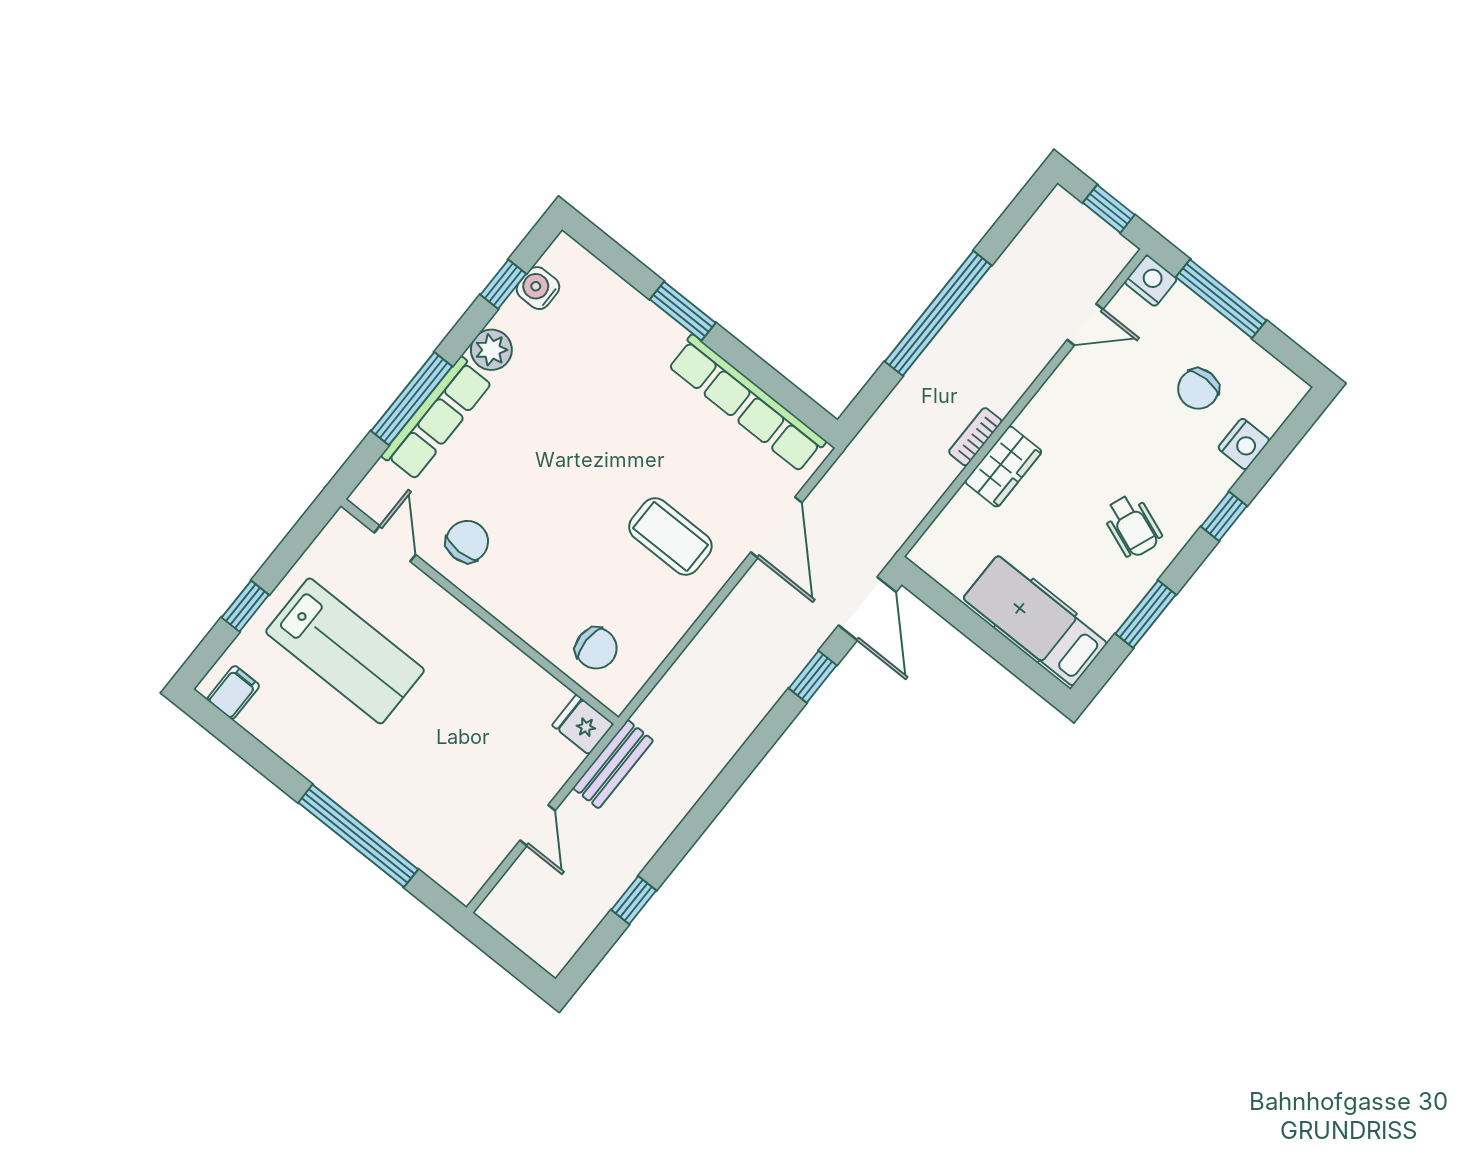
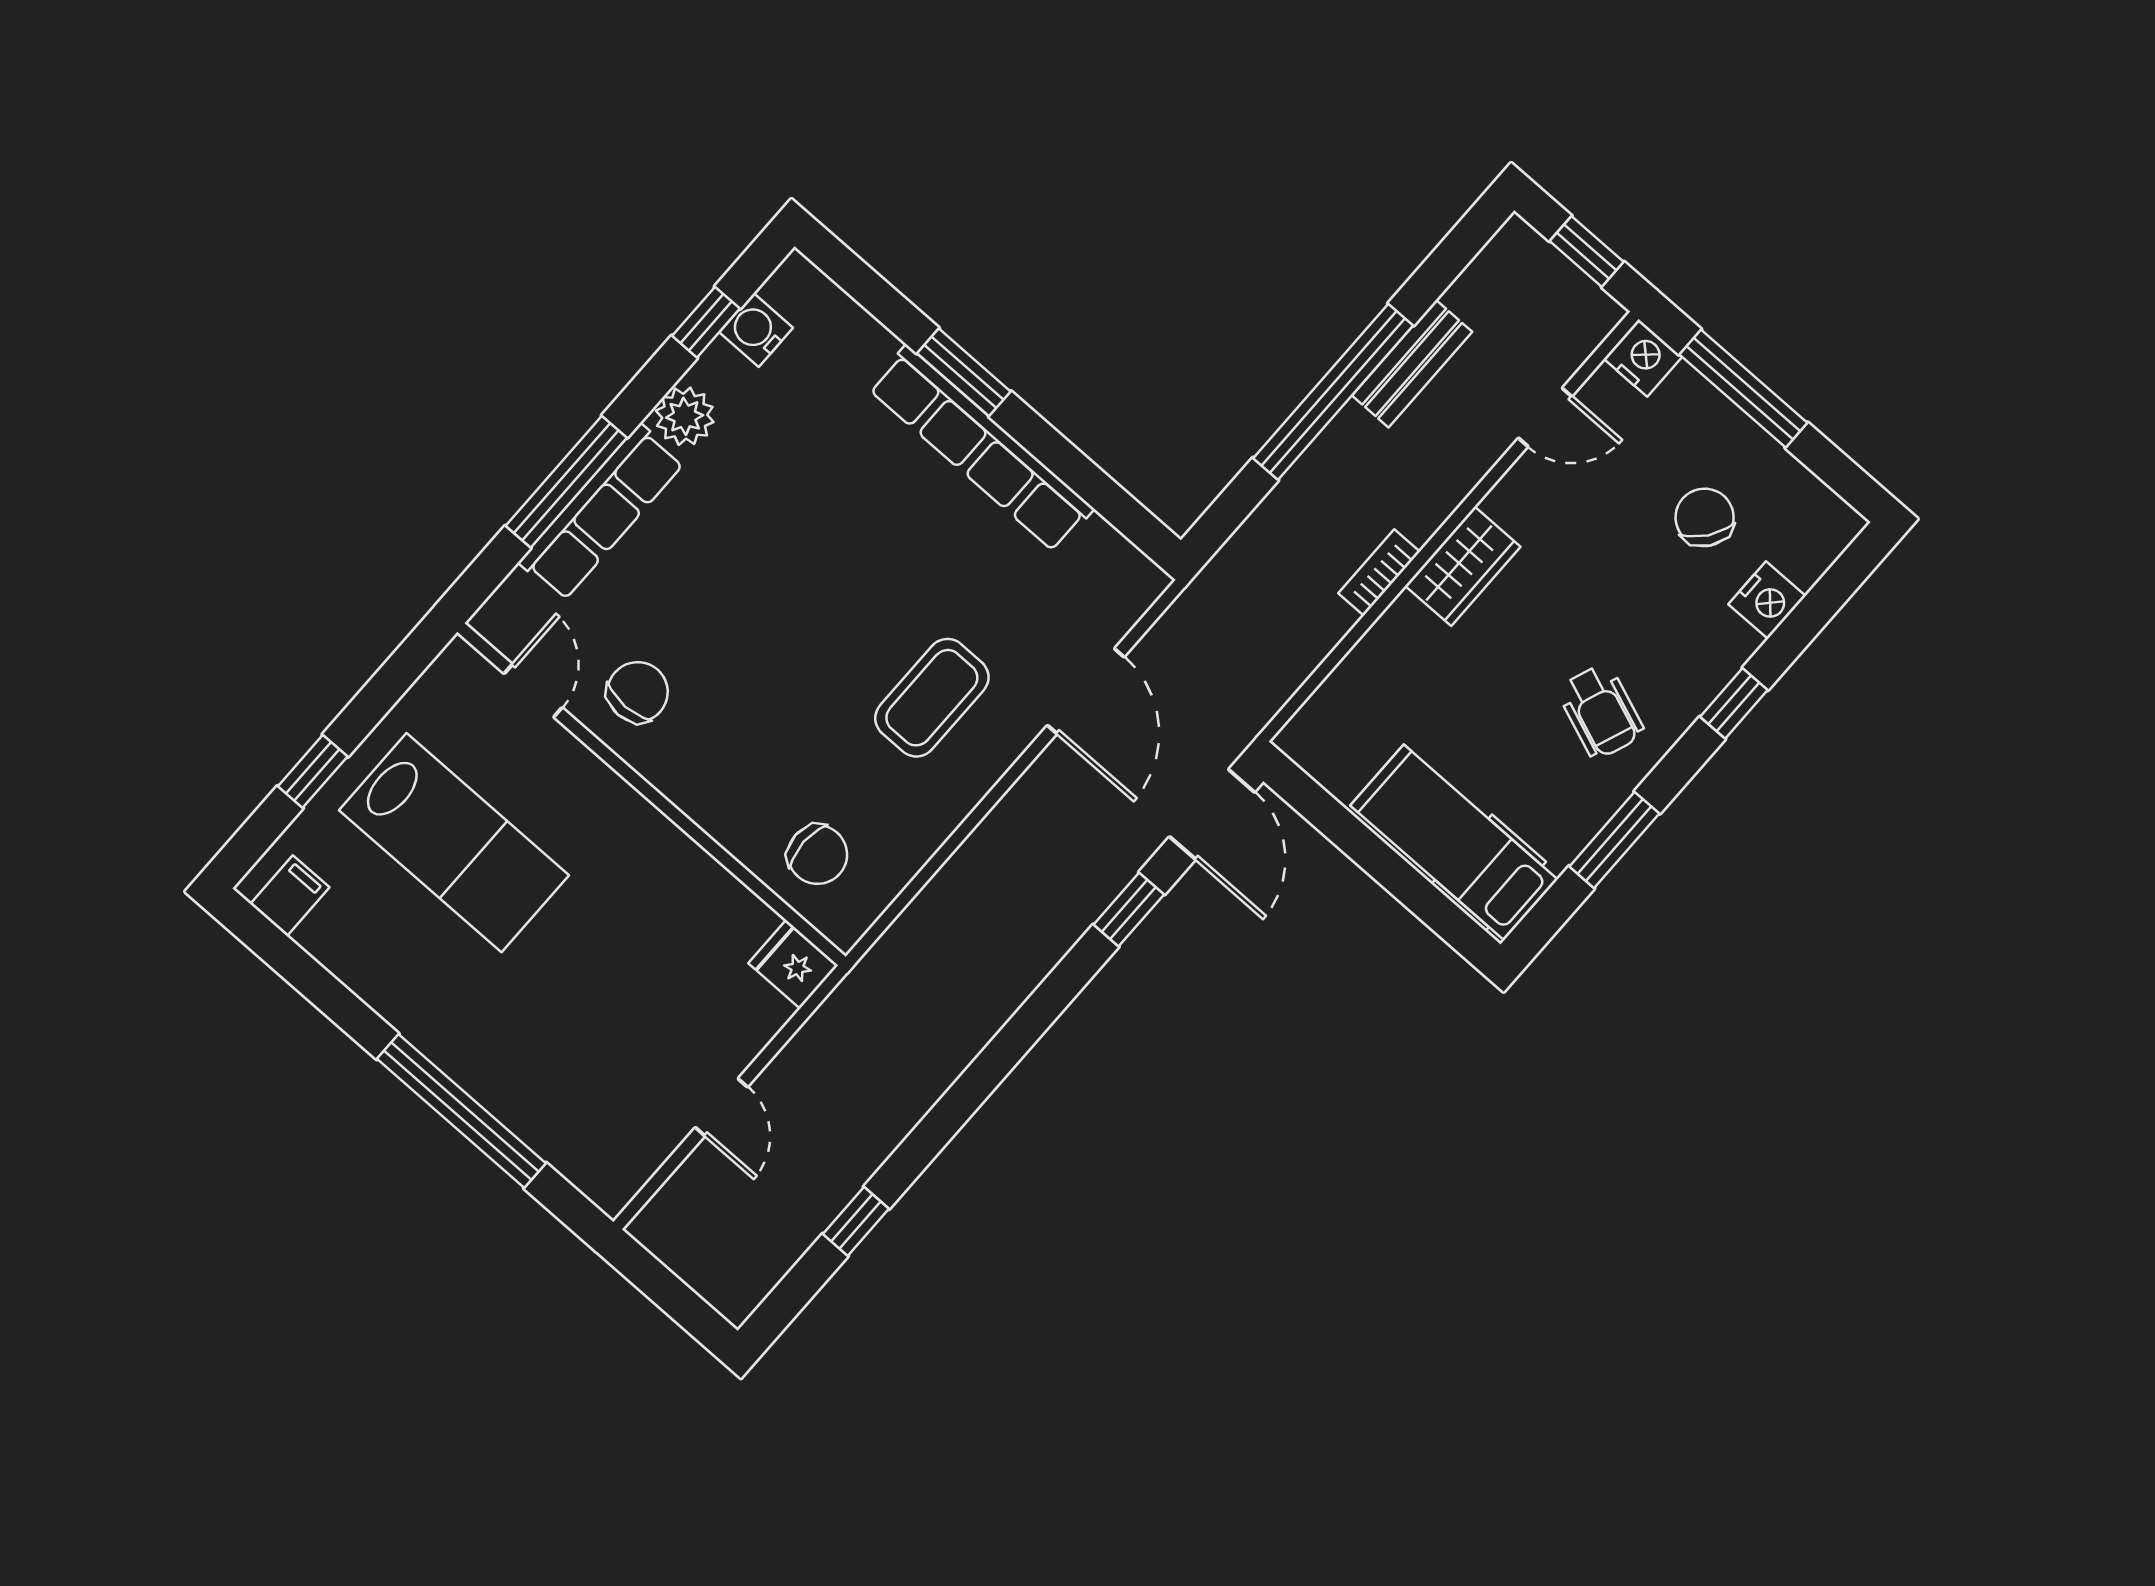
chair: (1198, 389) -> (1705, 517), turned 127
row of seats: (747, 403) -> (981, 449), moved
wardrobe: (1003, 467) -> (1463, 566), moved
coffee table: (670, 537) -> (932, 698), turned 90
bench: (613, 764) -> (1412, 364), moved

